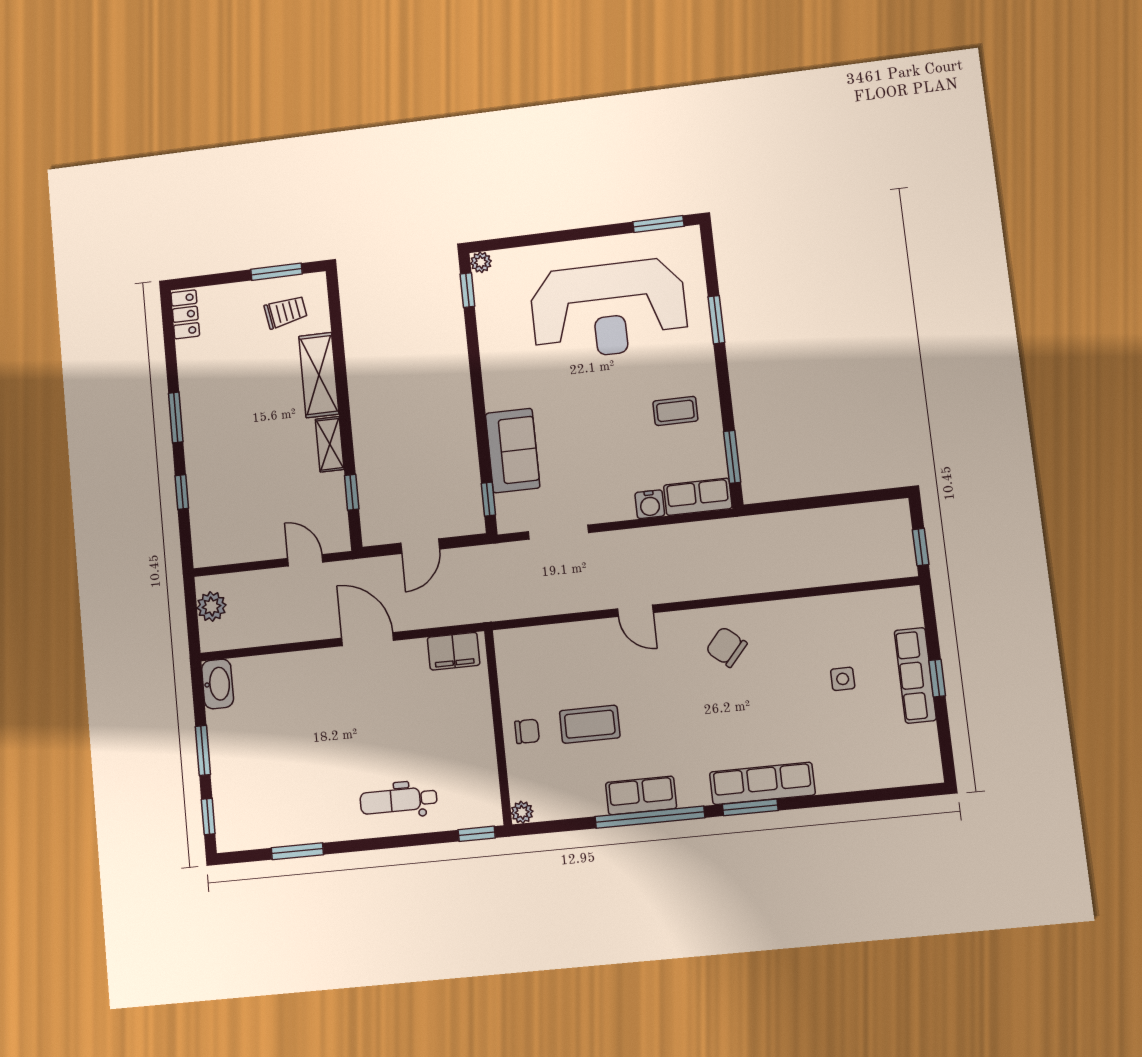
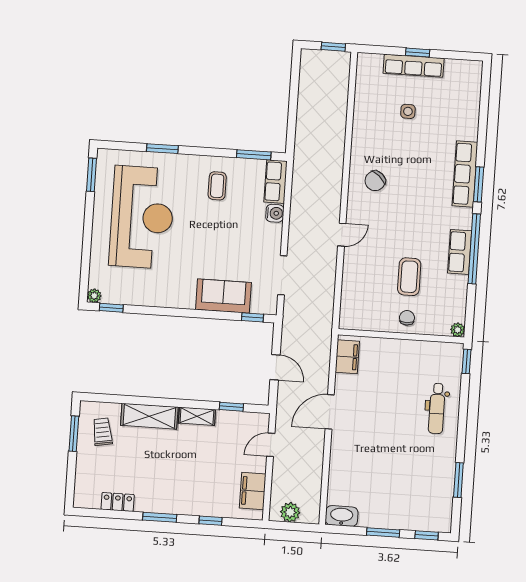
locker: (185, 314) -> (118, 502), moved
filing cabinet: (234, 546) -> (253, 491), added

